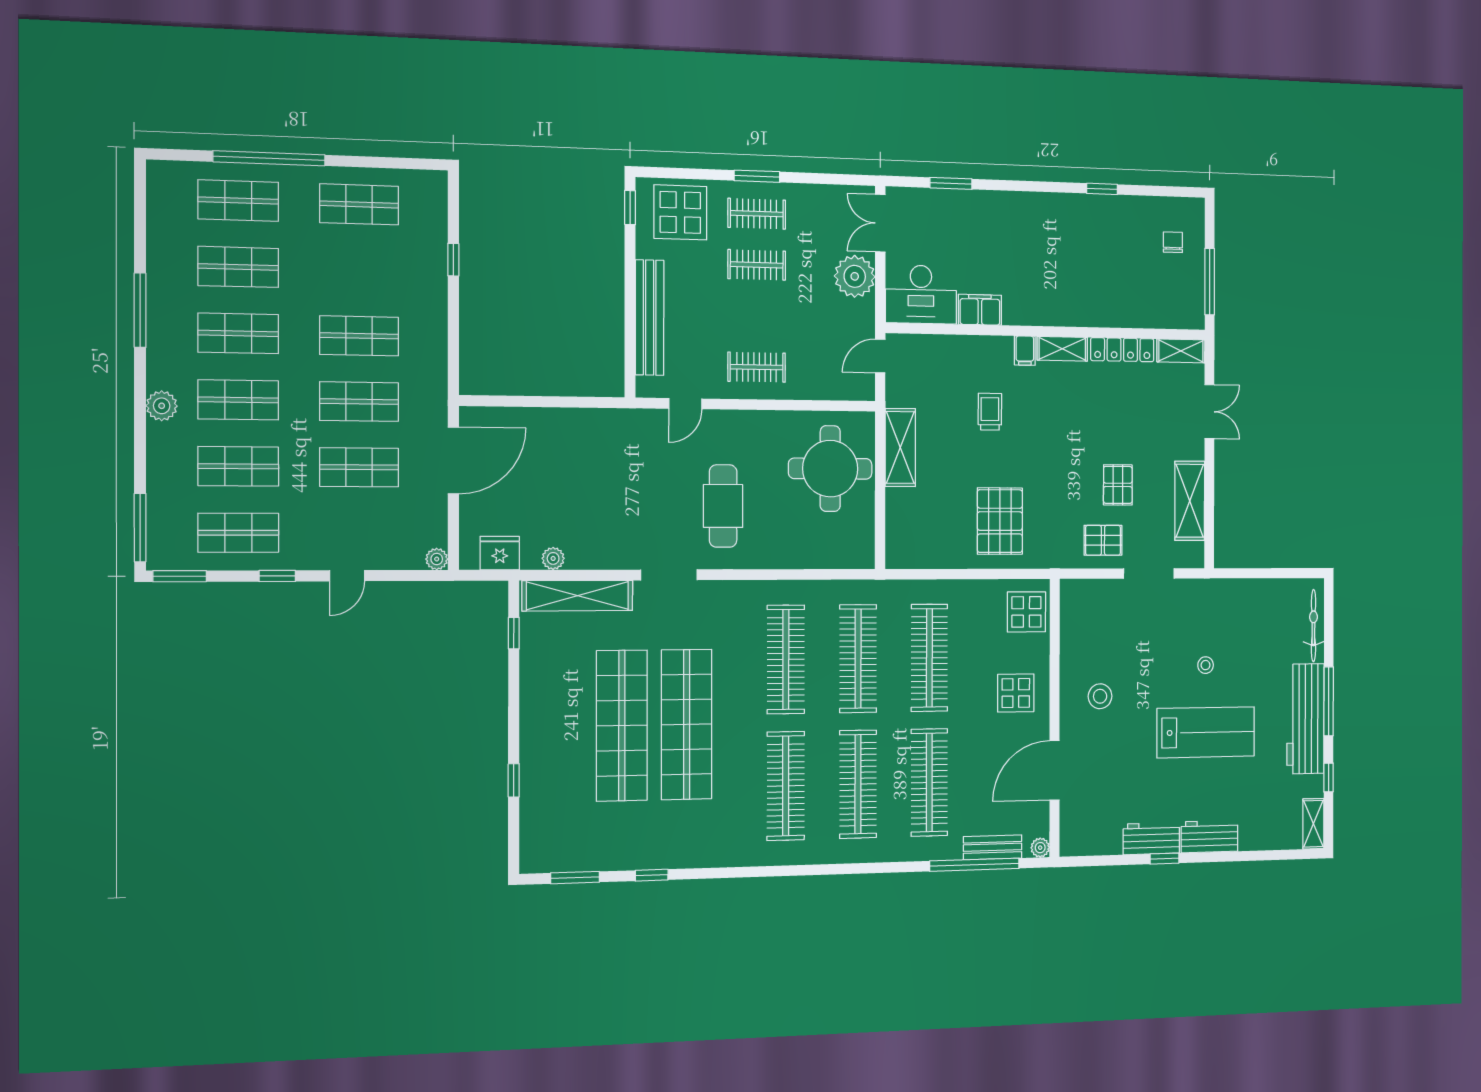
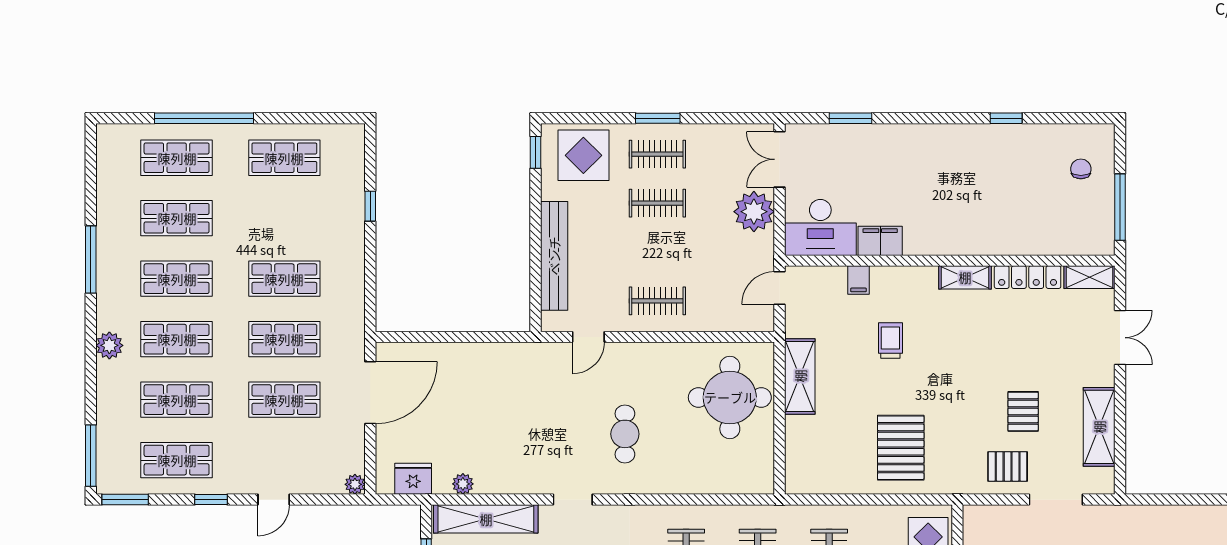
filing cabinet: (1025, 351) -> (858, 280), moved
cafe table: (723, 506) -> (625, 434), width x0.73, depth x0.74
doorway: (669, 575) -> (573, 500), width x0.73

